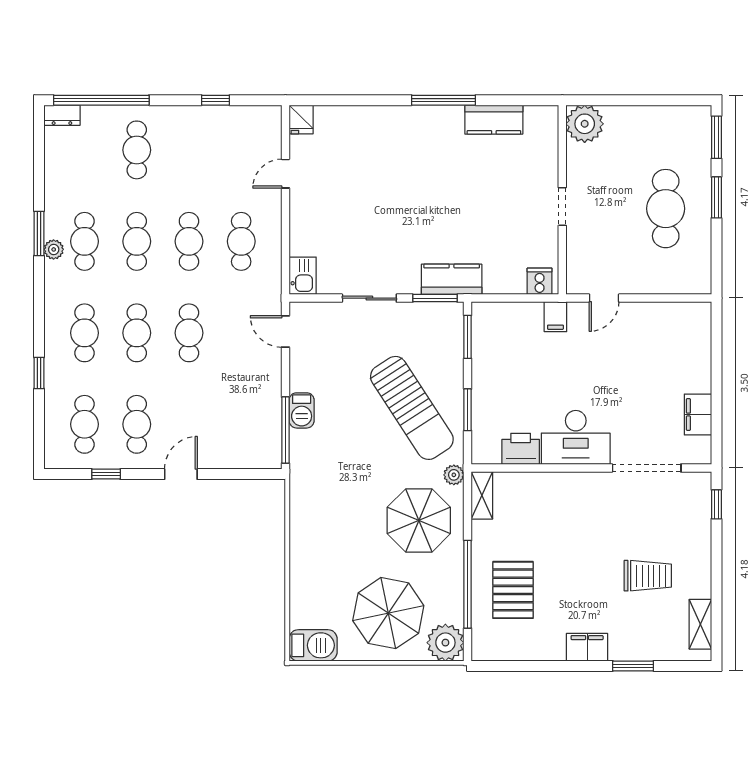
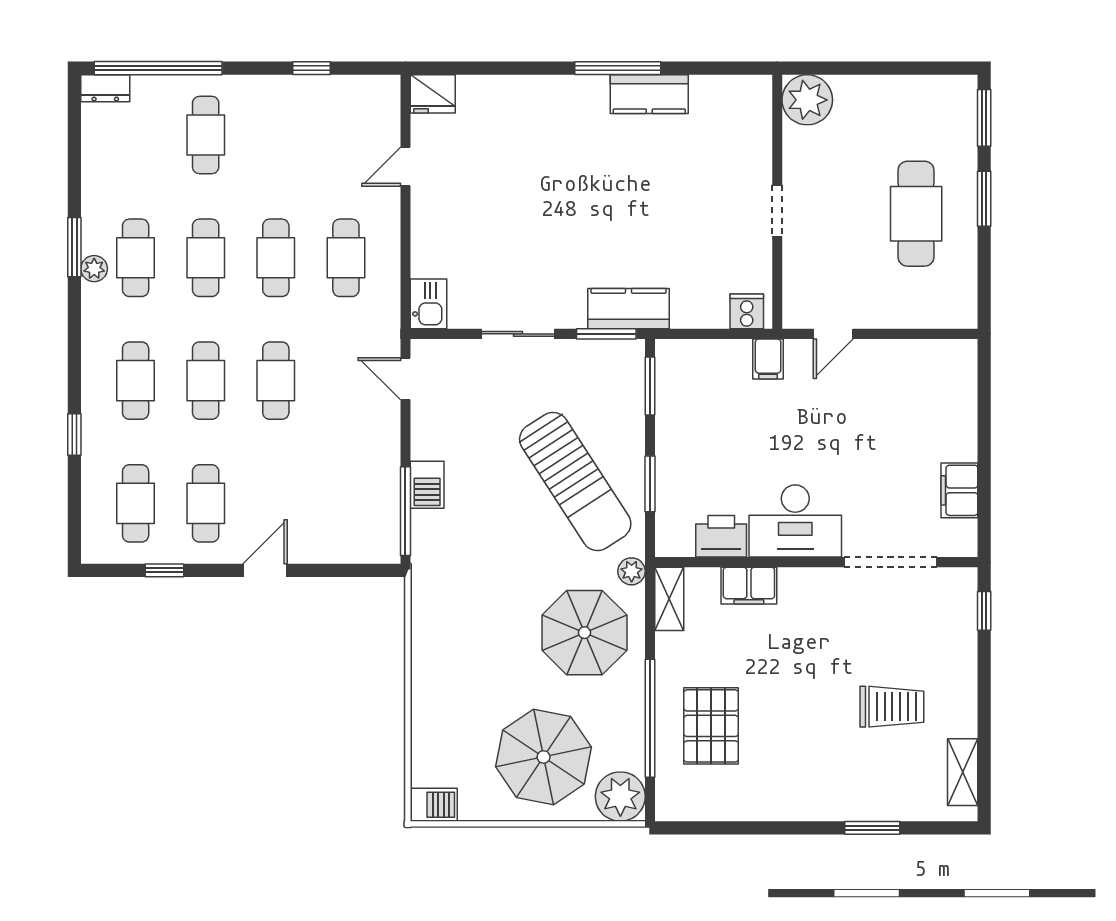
fridge: (301, 119) -> (433, 94), width x1.38
kitchen counter: (494, 120) -> (649, 94), moved
barbecue: (313, 645) -> (434, 805), width x0.73, depth x0.79
filing cabinet: (587, 647) -> (749, 586), moved, turned 180

